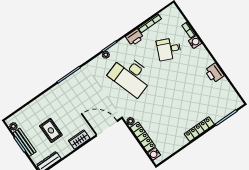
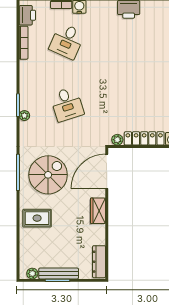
printer: (135, 37) -> (27, 15), moved
desk: (131, 76) -> (67, 104), width x0.53, depth x0.77
spiral stairs: (80, 94) -> (48, 175), added
rug: (51, 130) -> (37, 218), moved

